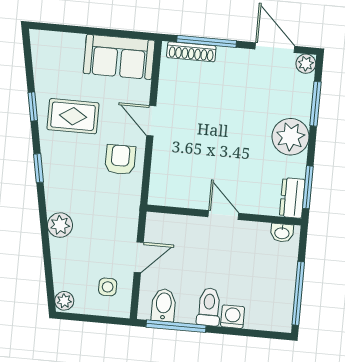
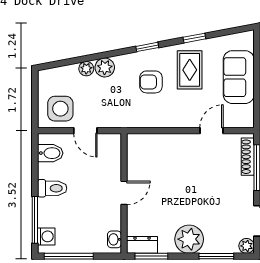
sofa: (119, 57) -> (239, 77), moved
door: (151, 121) -> (212, 131), moved
armchair: (120, 160) -> (151, 82), moved, turned 180
side table: (108, 287) -> (60, 109), width x1.87, depth x1.87
plant: (64, 301) -> (86, 69), moved
washing machine: (233, 317) -> (46, 236), moved
window: (176, 326) -> (35, 220), moved

